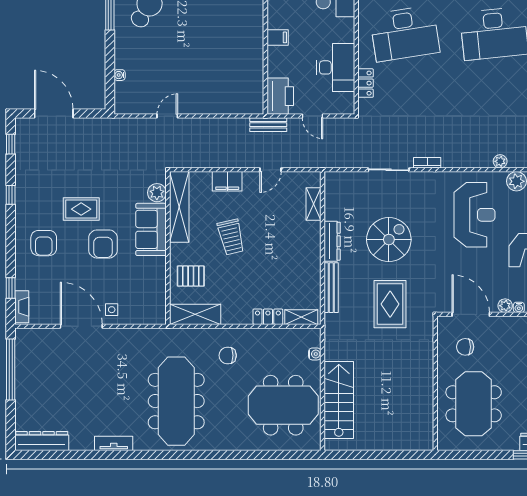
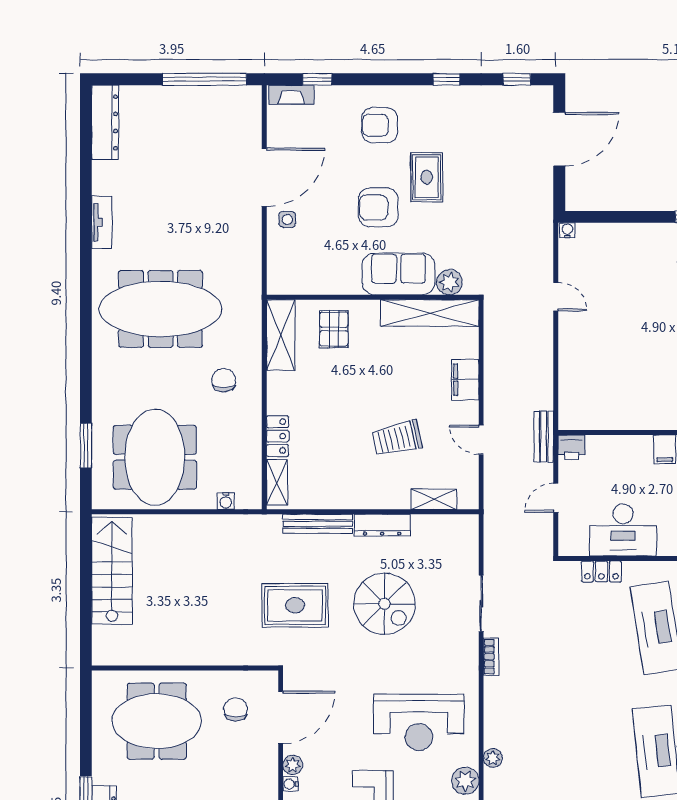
water cooler: (120, 75) -> (567, 230), moved
printer: (280, 96) -> (572, 447), width x0.53, depth x0.68
trolley: (231, 237) -> (397, 438), moved
stairs: (339, 400) -> (112, 571), moved, turned -90
window: (275, 455) -> (86, 446), added

